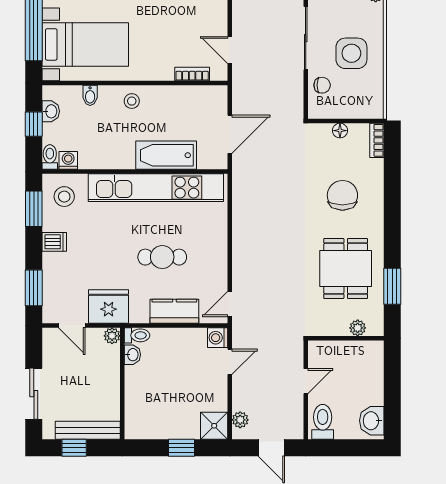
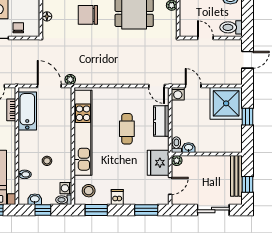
stool: (132, 101) -> (47, 161), moved
bathtub: (166, 155) -> (27, 111), moved, turned 180
plant: (240, 420) -> (70, 79), moved
shower: (214, 426) -> (226, 103), width x1.86, depth x1.86

